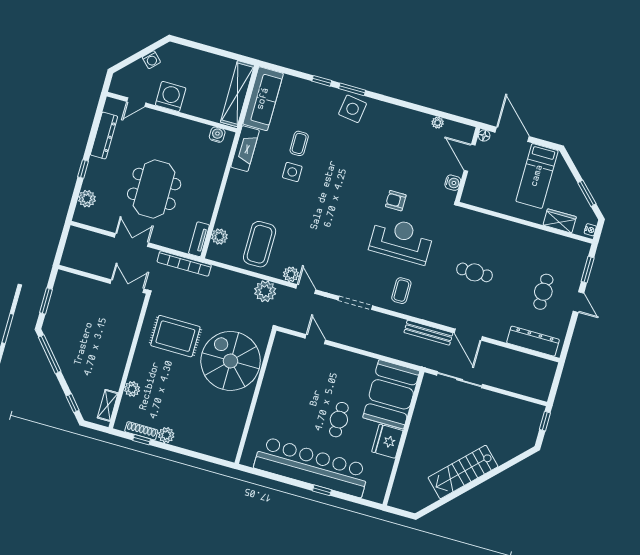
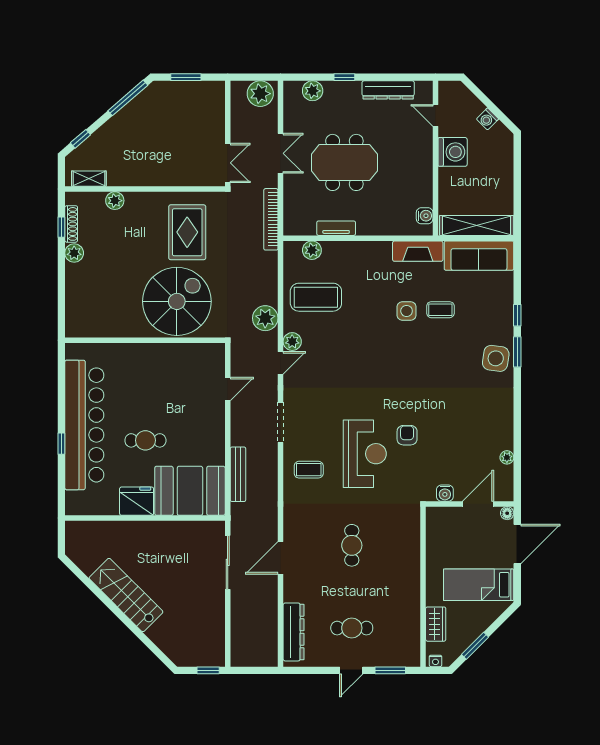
tv unit: (199, 239) -> (336, 228), moved
plant: (77, 243) -> (260, 94), added
bench: (428, 333) -> (238, 474), moved

